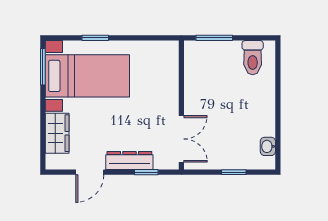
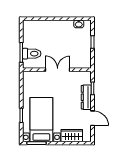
toilet: (253, 58) -> (32, 54), moved
double door: (181, 139) -> (58, 70), moved

